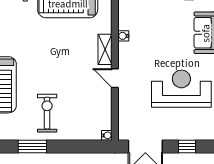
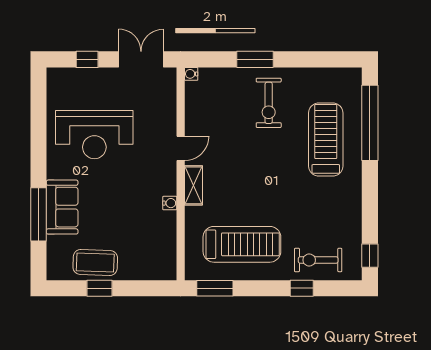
door: (115, 78) -> (181, 148), hinge flipped
window: (32, 147) -> (255, 59), moved

